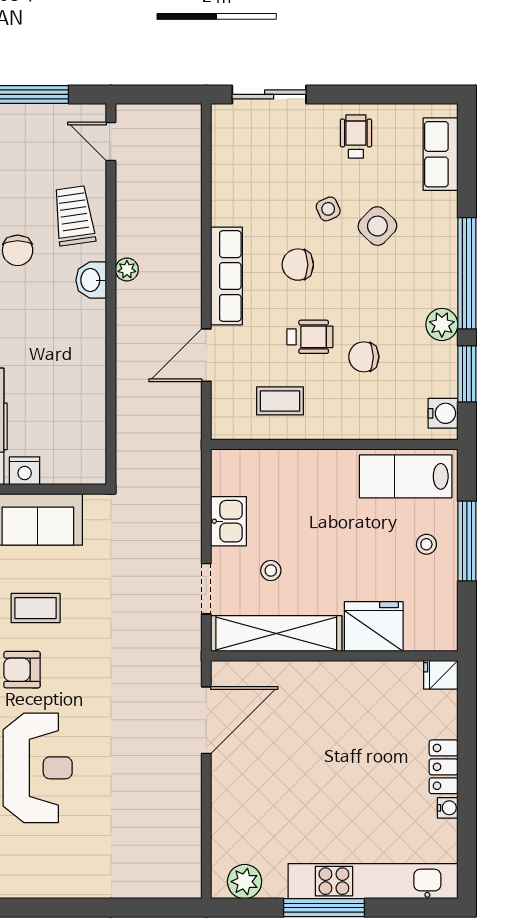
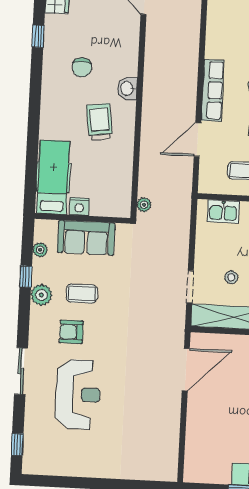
trolley: (74, 216) -> (100, 122), moved
plant: (127, 270) -> (144, 205), moved
kitchen sink: (229, 521) -> (223, 211), moved, turned 90
plant: (245, 882) -> (205, 473), removed

